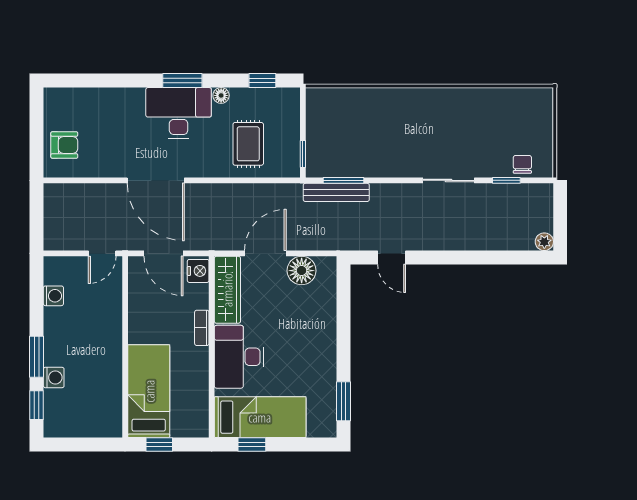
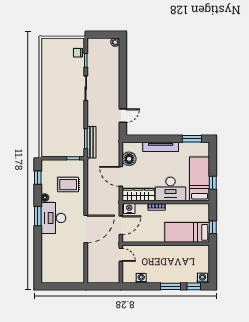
armchair: (64, 145) -> (69, 273), removed
tv unit: (327, 336) -> (161, 147), added
washing machine: (54, 377) -> (202, 278), moved

